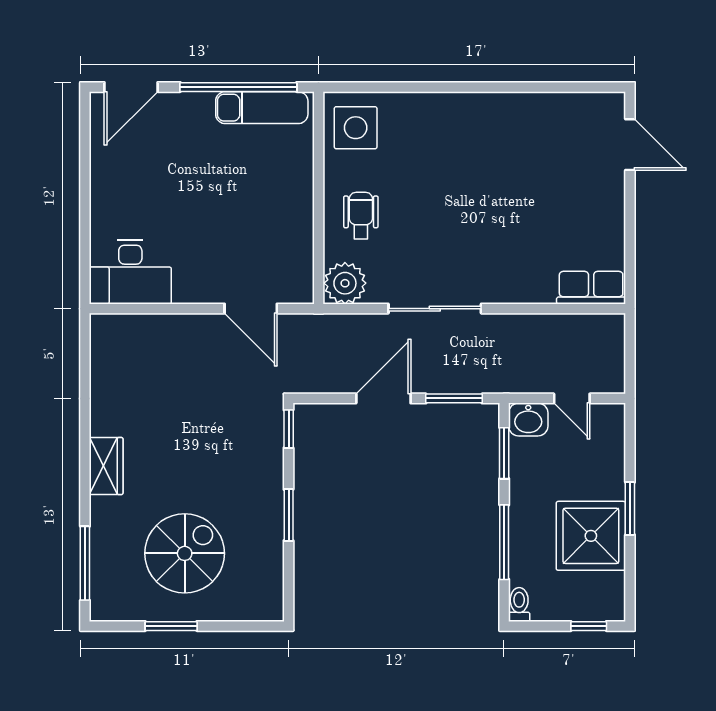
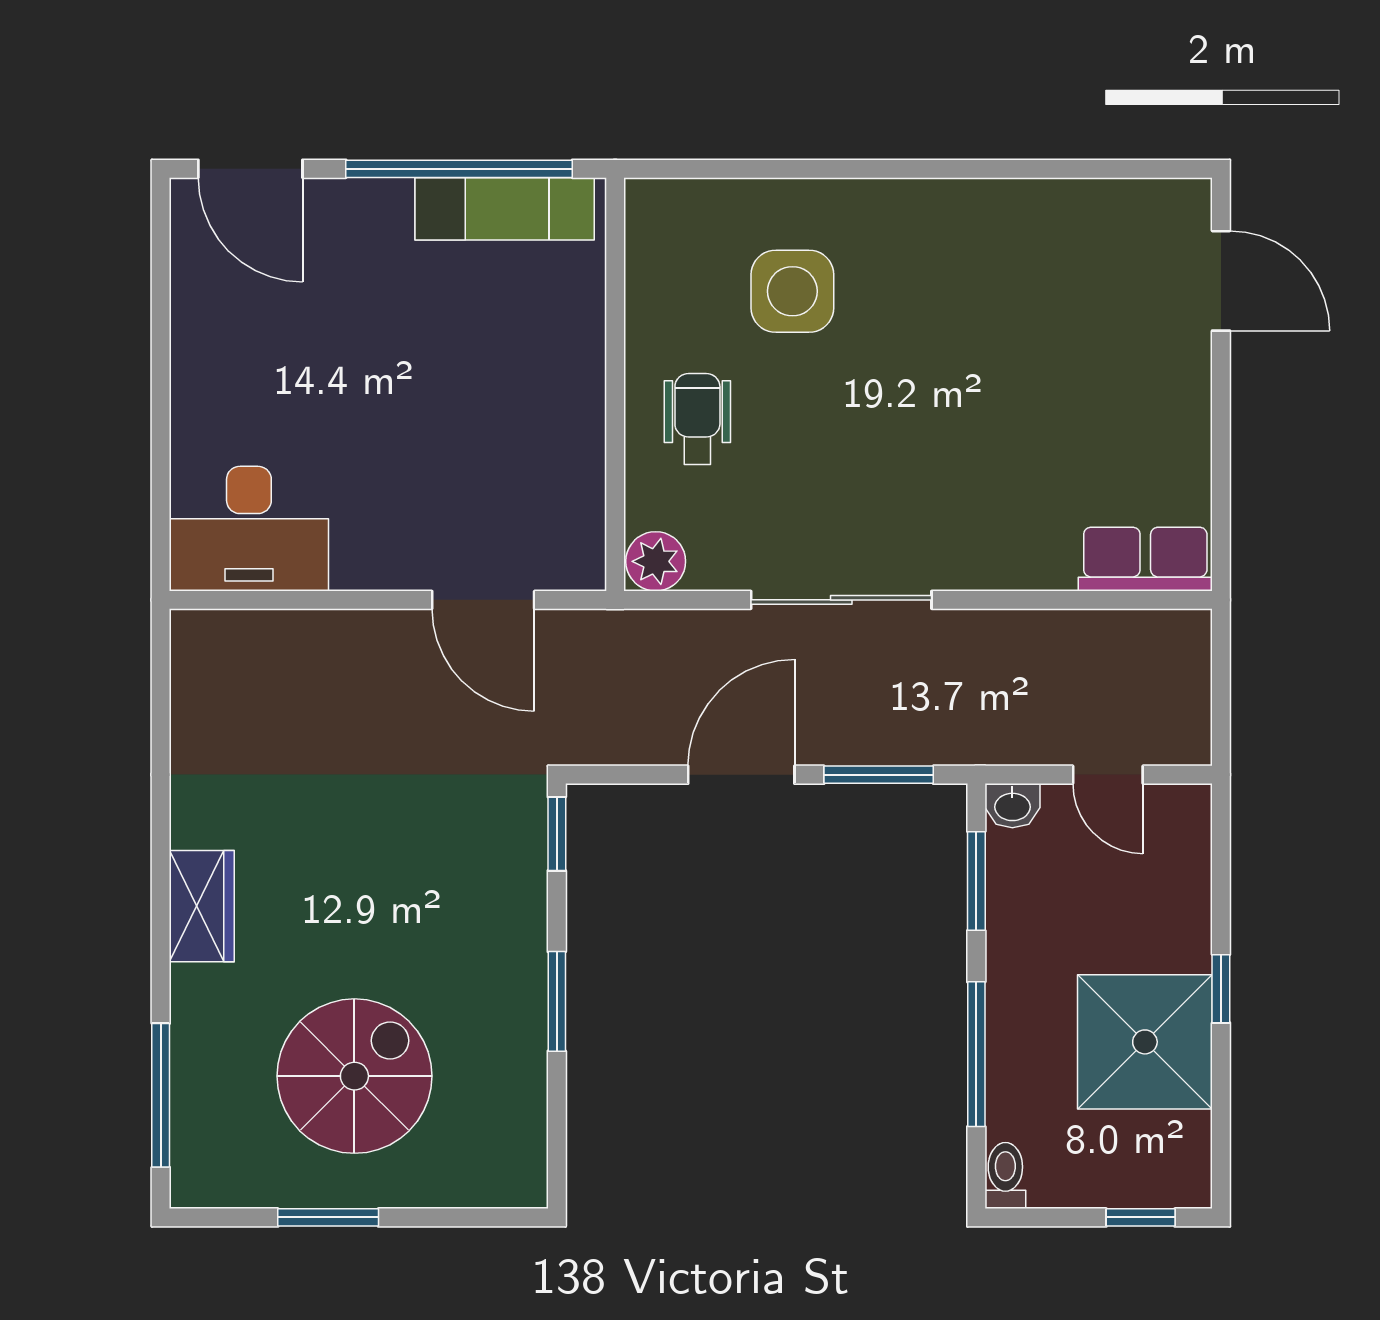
door: (131, 87) -> (250, 169), hinge flipped
side table: (356, 128) -> (792, 291), moved
plant: (345, 283) -> (656, 561), width x0.73, depth x0.73
washbasin: (528, 419) -> (1012, 806), width x0.72, depth x0.69
window: (630, 508) -> (1221, 989), width x0.67

